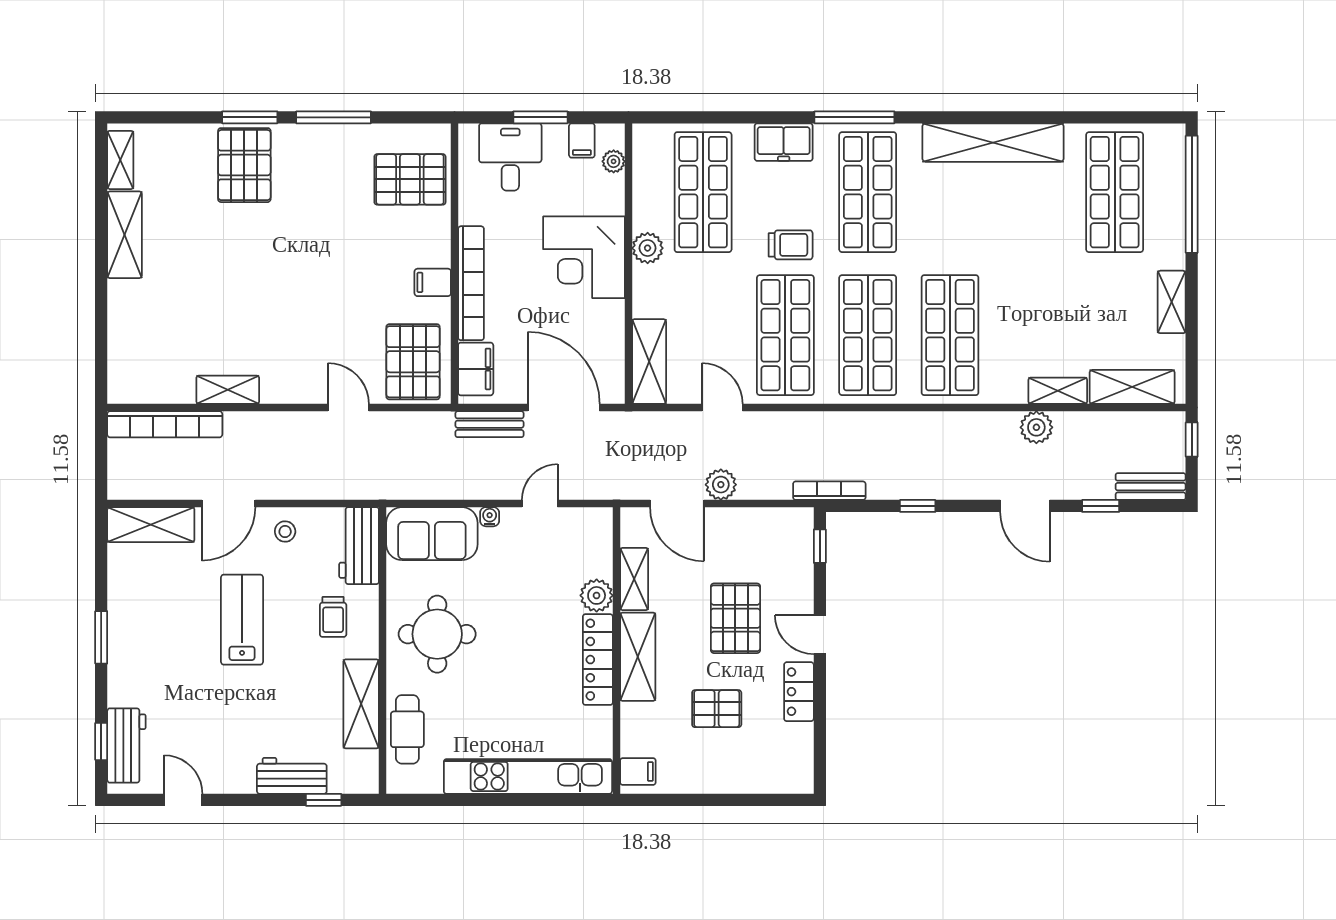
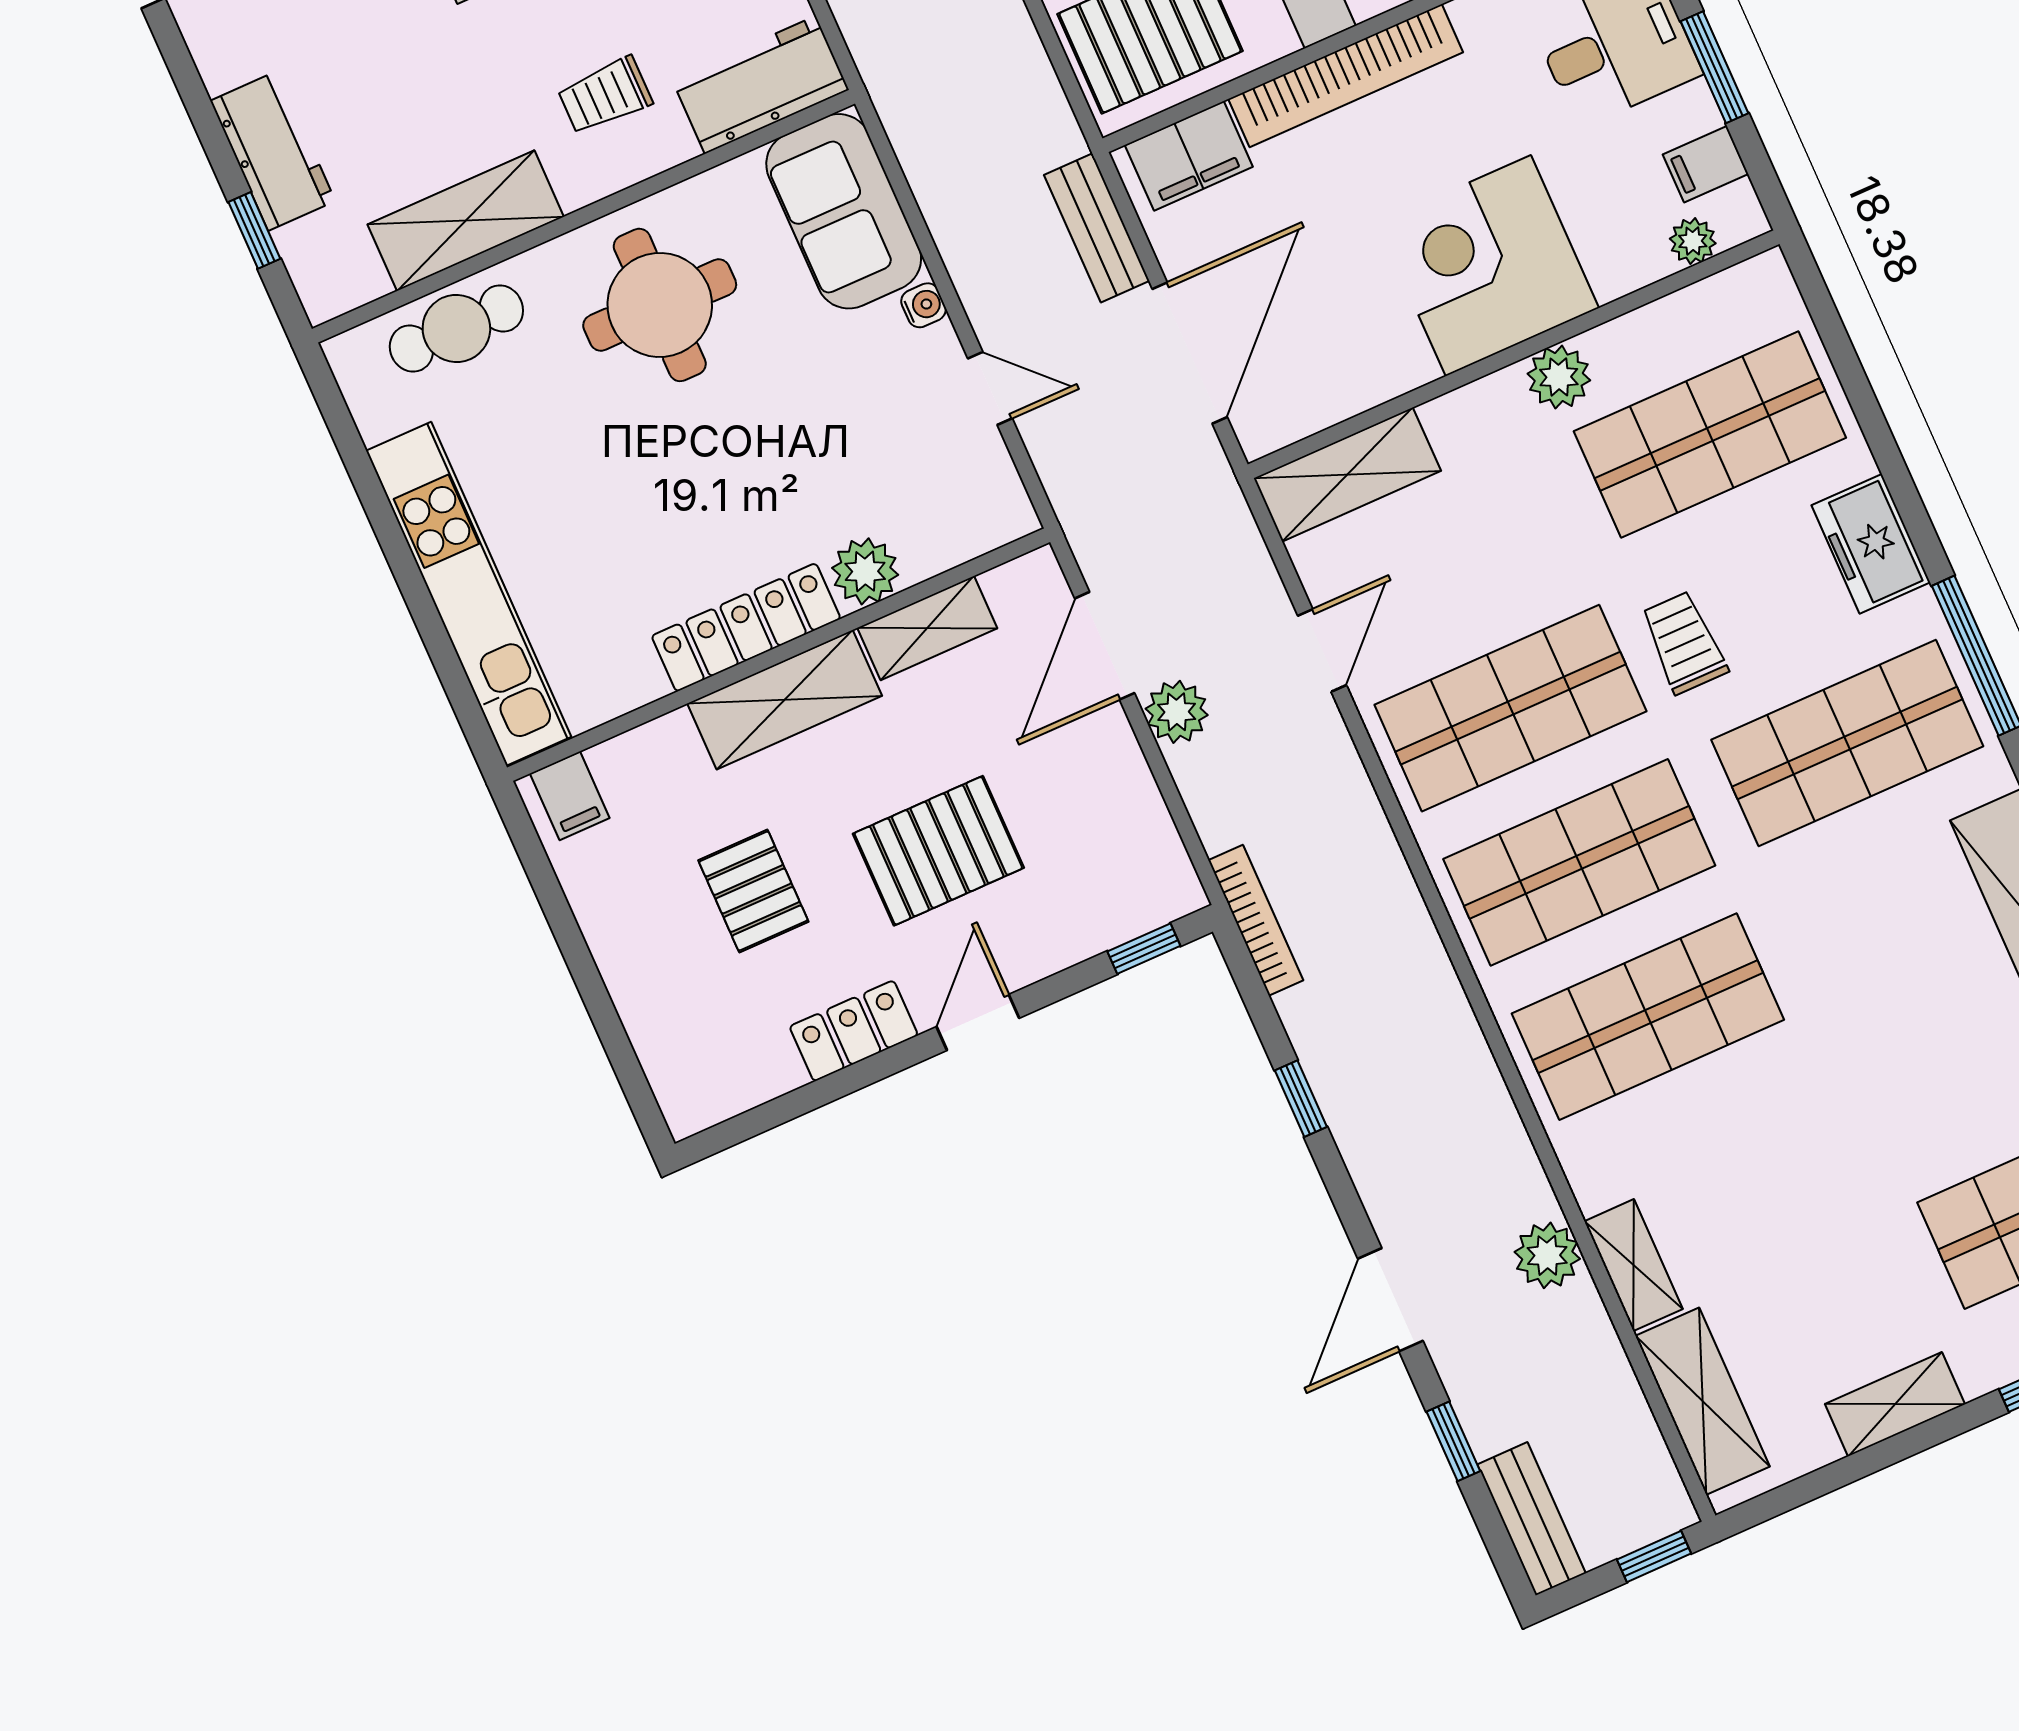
trolley: (791, 245) -> (1684, 642), turned 180

